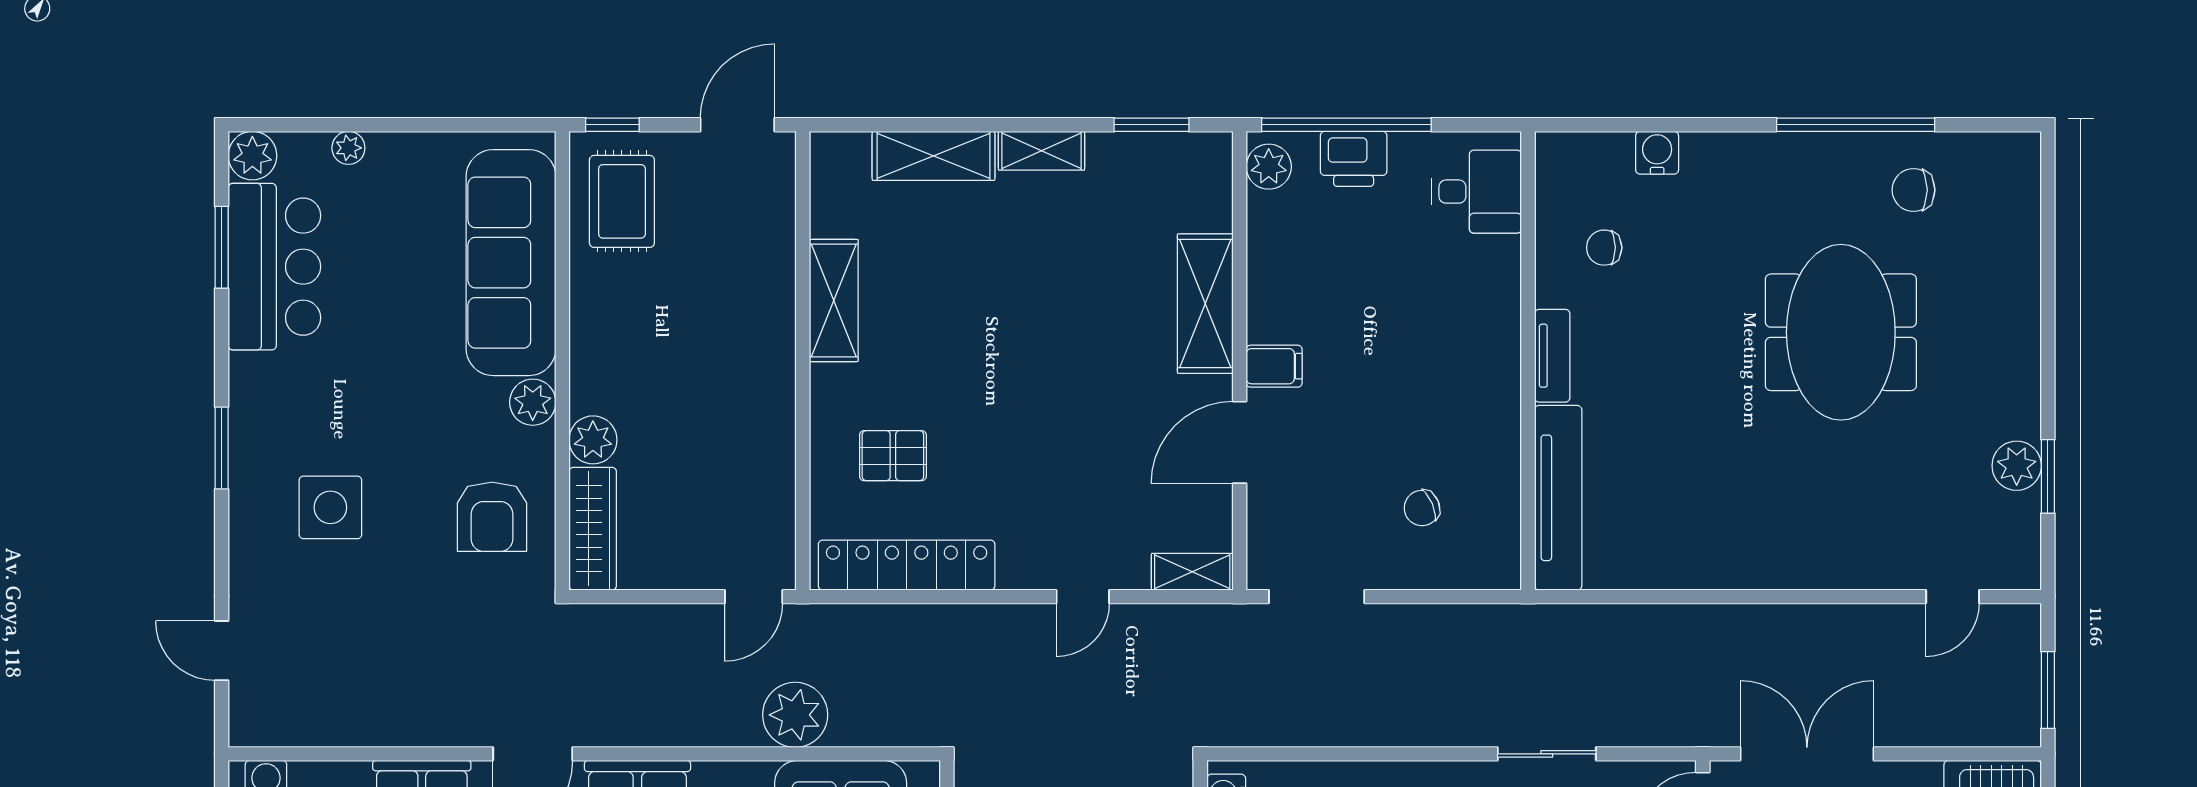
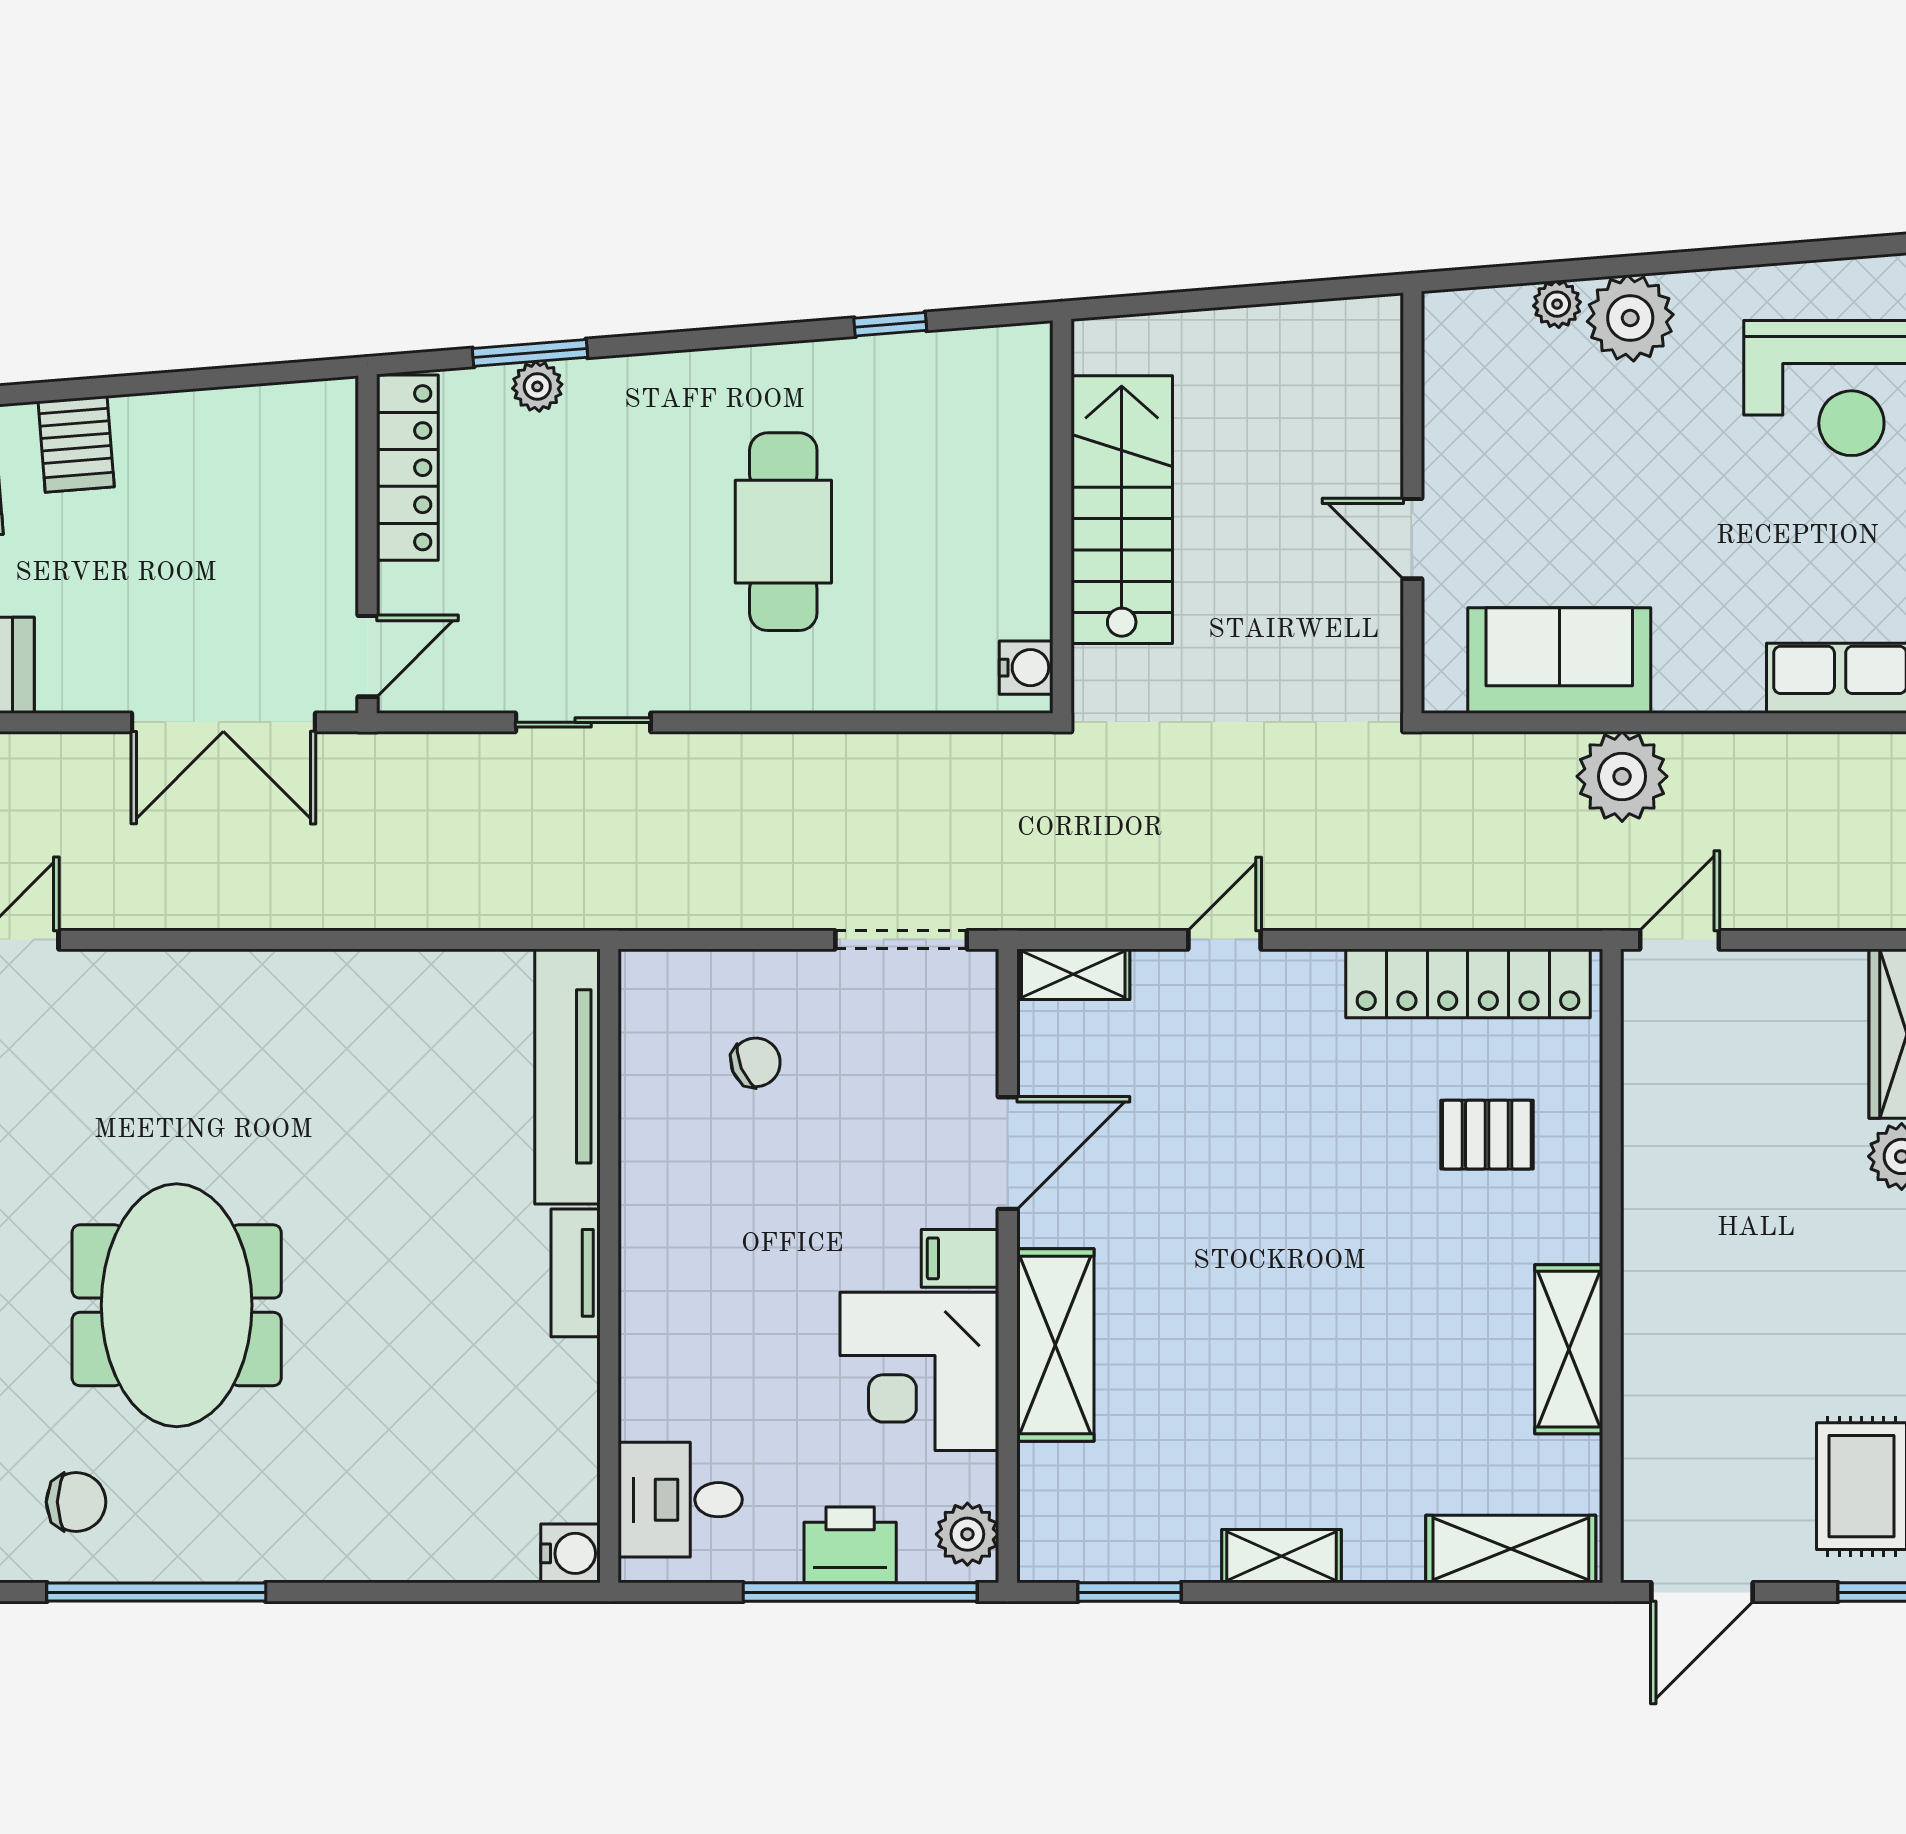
water cooler: (1657, 153) -> (570, 1553), moved, turned -90
shelving: (934, 156) -> (1511, 1549), moved
chair: (1604, 248) -> (504, 1422), removed
corner desk: (1303, 284) -> (919, 1371), added

